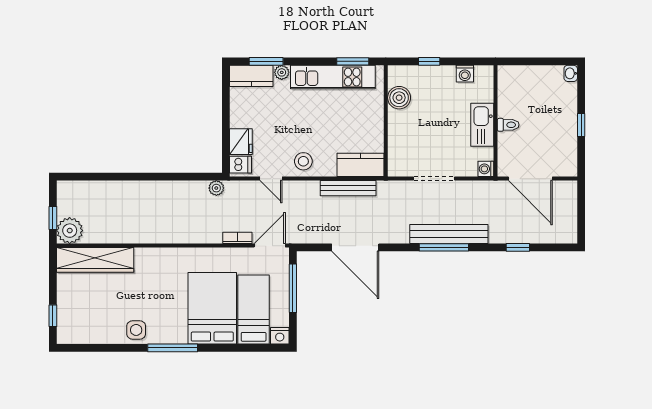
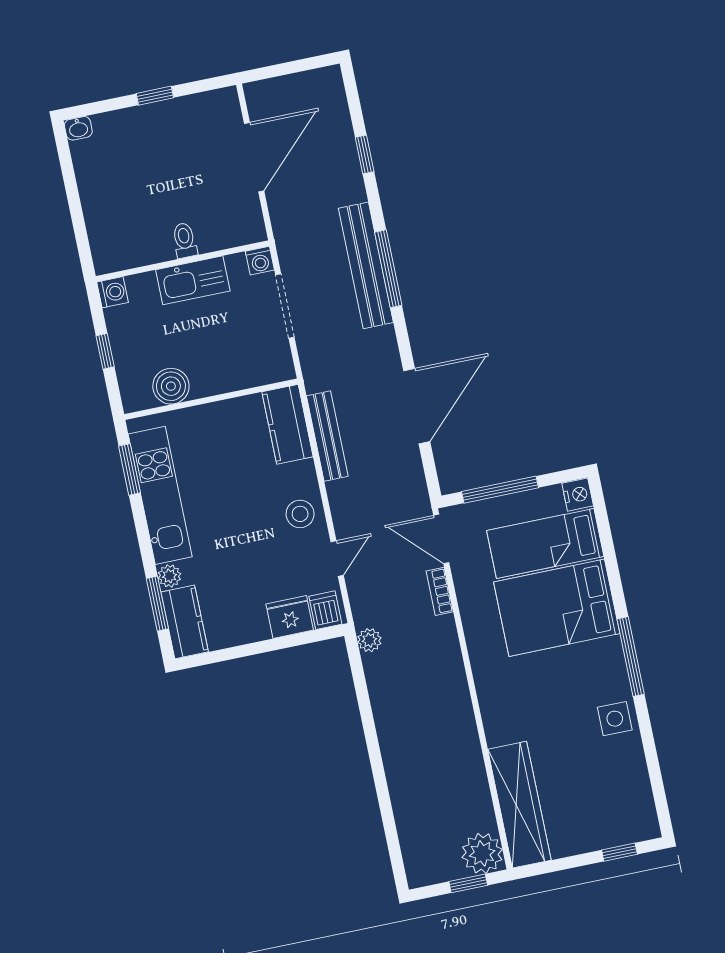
wall: (496, 121) -> (183, 261), moved
kitchen sink: (482, 125) -> (193, 280), moved
toilet: (508, 125) -> (185, 240), moved
washing machine: (486, 169) -> (260, 261), moved

